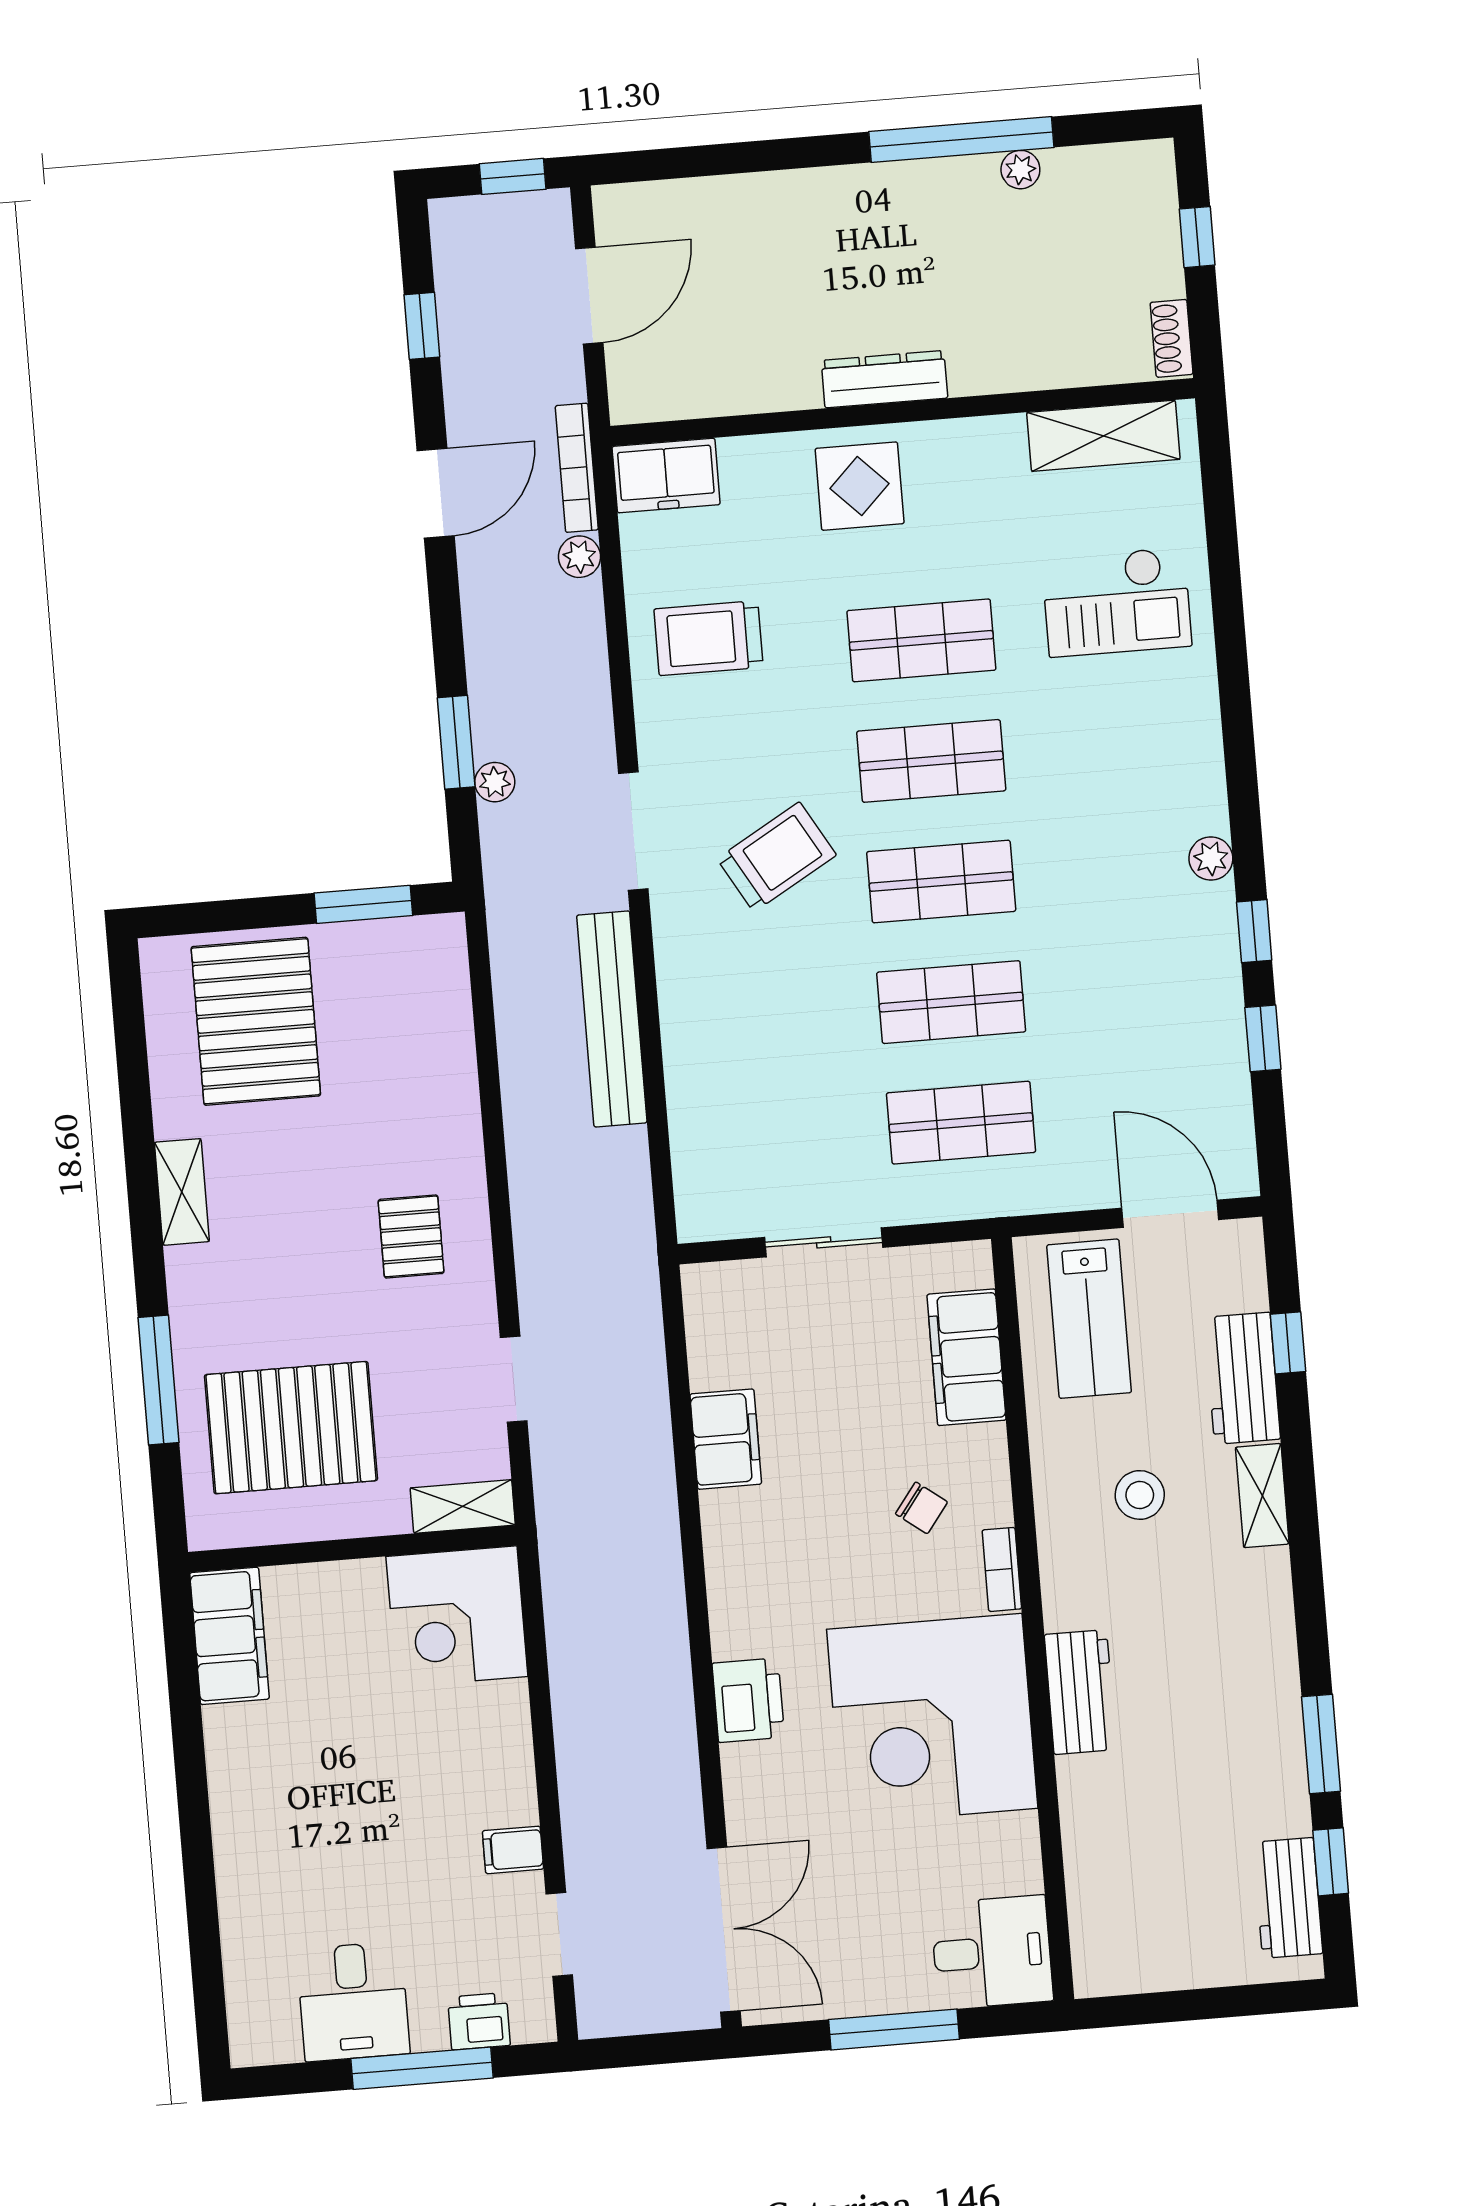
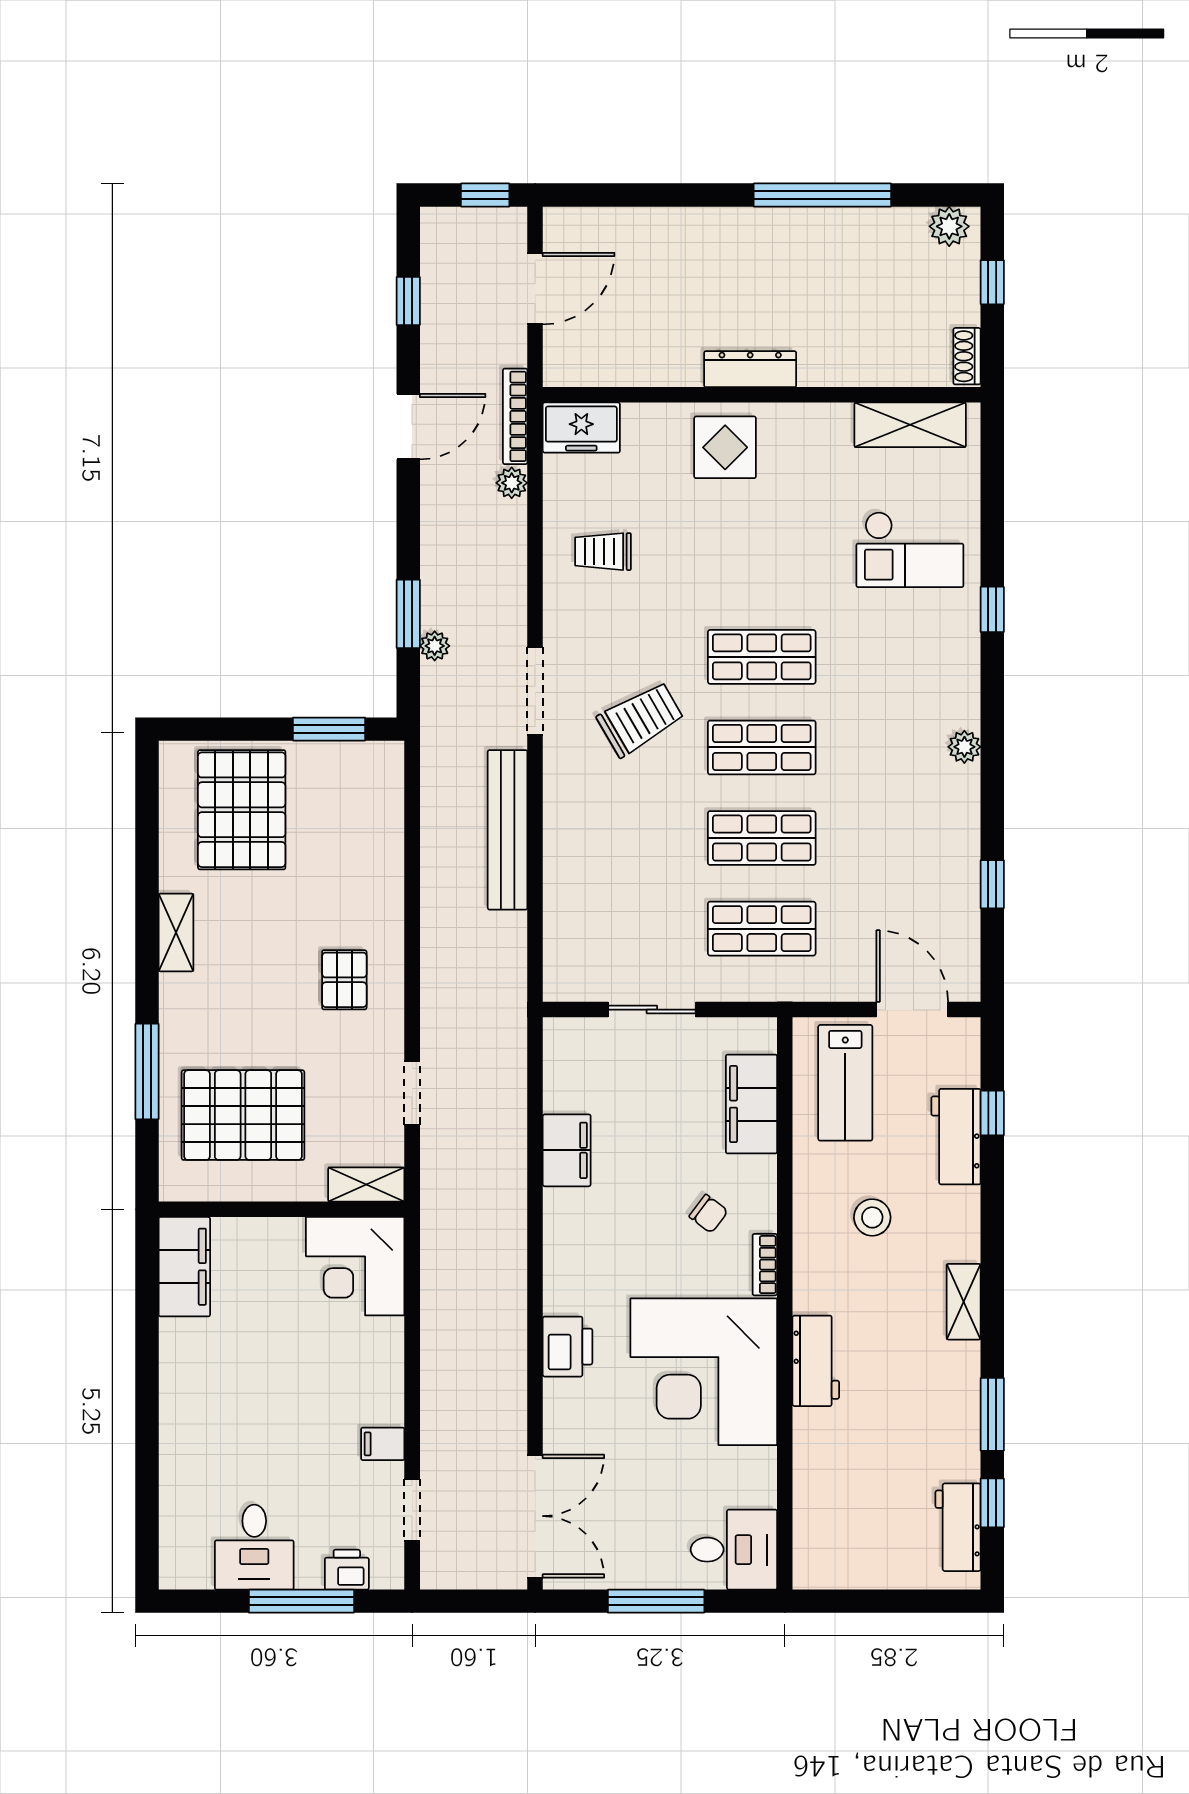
plant: (1020, 170) -> (949, 226), moved, width x1.38, depth x1.38
trolley: (709, 638) -> (603, 552), width x0.73, depth x0.72
shop shelf: (921, 640) -> (762, 566), removed
window: (1254, 931) -> (992, 609), moved
shelving: (1262, 1496) -> (964, 1302), moved

